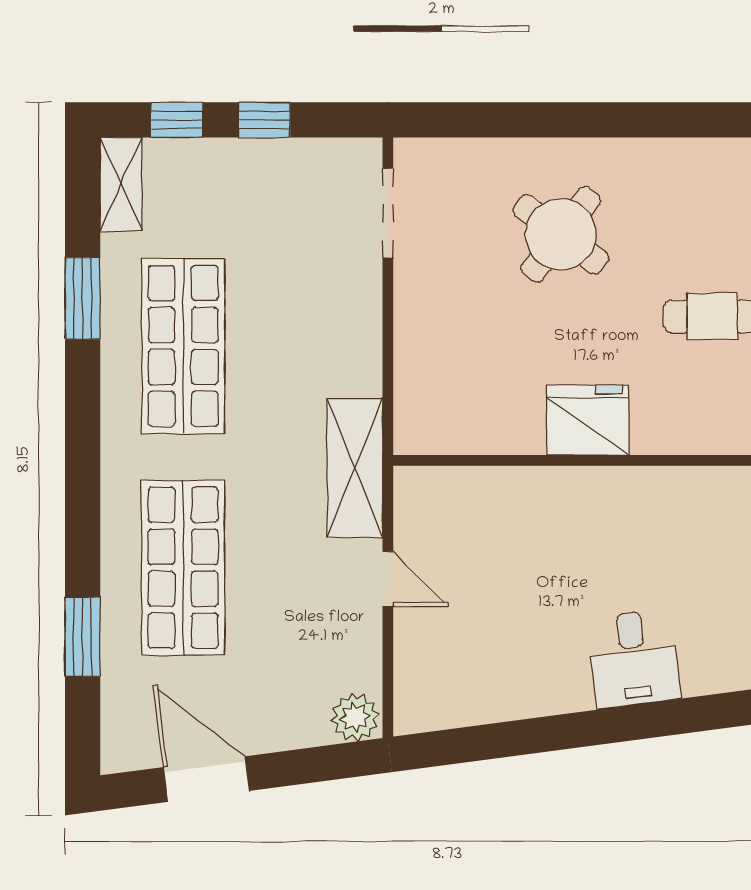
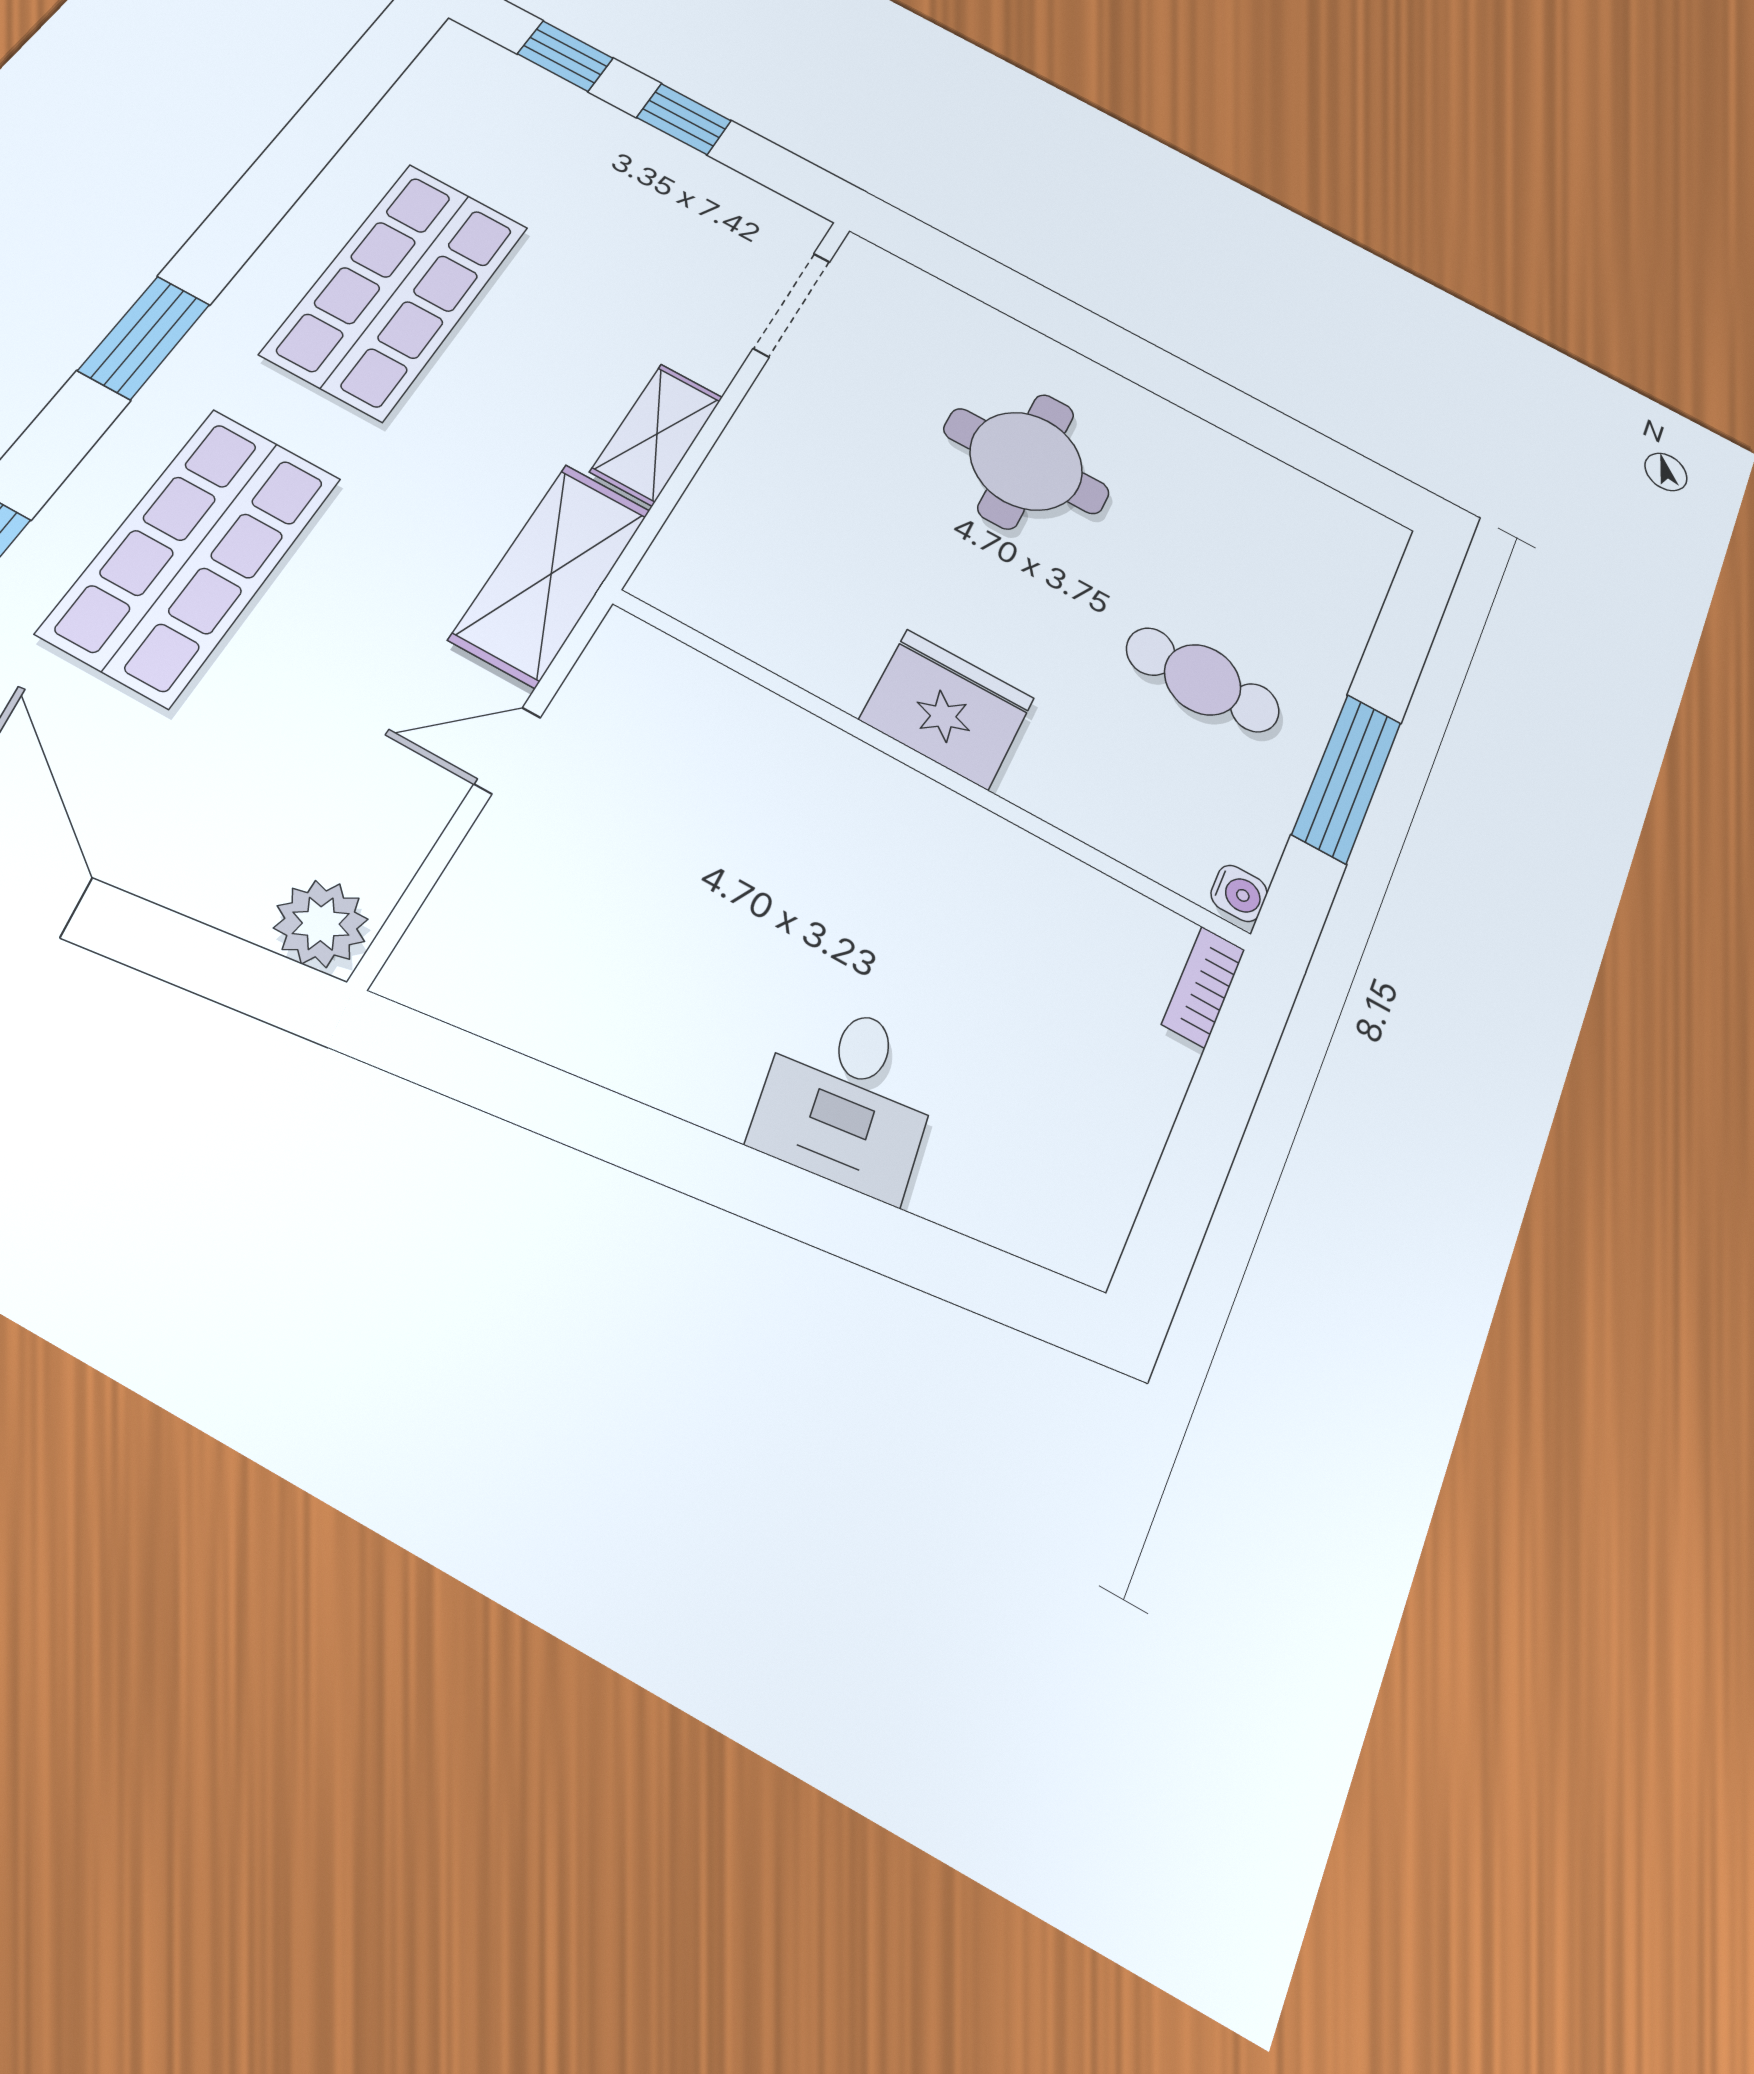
shelving: (121, 184) -> (657, 434), moved
round table: (561, 234) -> (1026, 461), turned -37
window: (83, 298) -> (144, 337), moved
door: (388, 579) -> (507, 751), swing flipped

